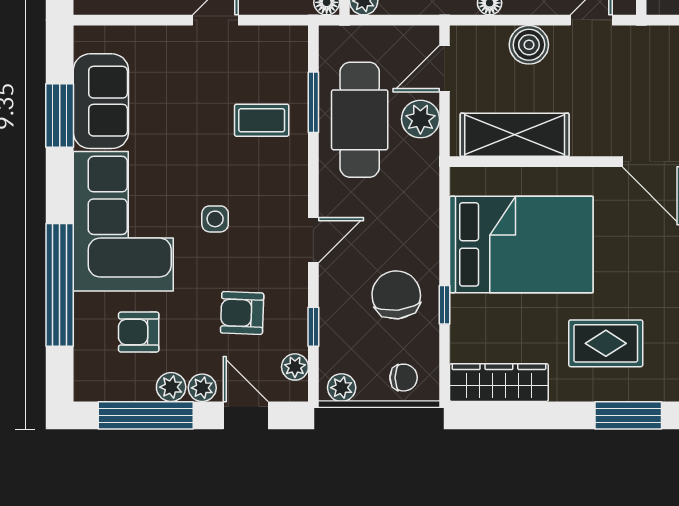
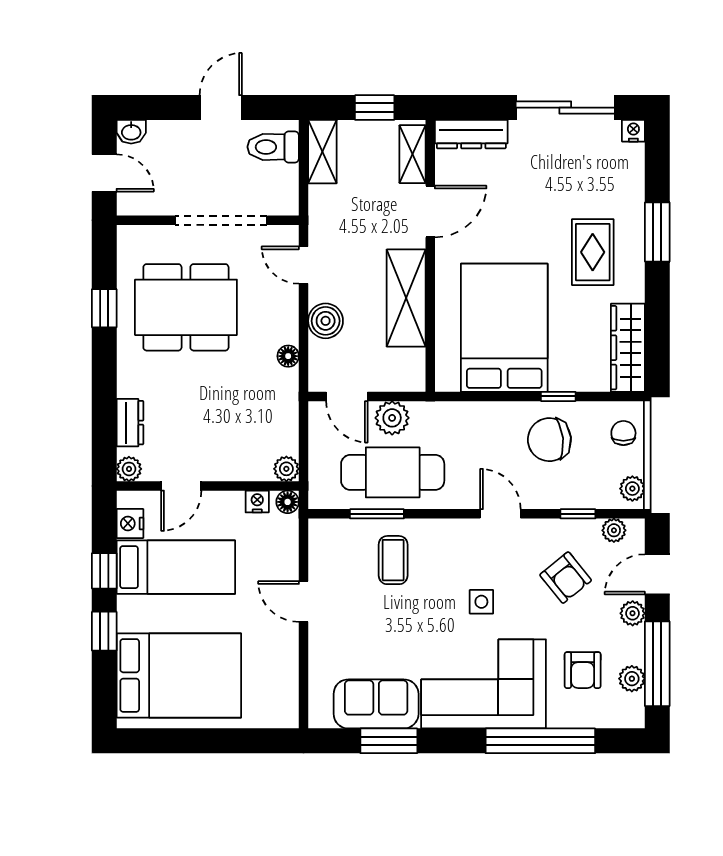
shelving: (515, 135) -> (406, 298), moved
armchair: (242, 313) -> (566, 578), turned -41
plant: (171, 387) -> (632, 679), moved

